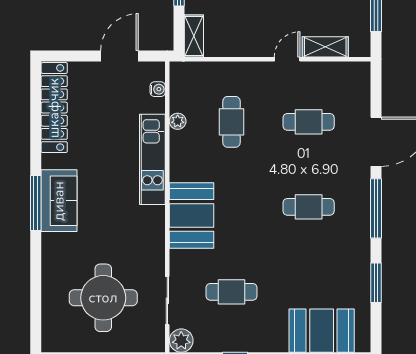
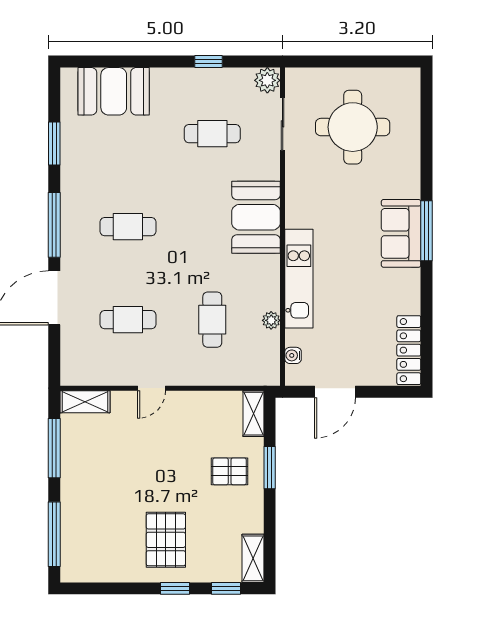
shelving: (325, 47) -> (85, 402), moved
locker: (54, 108) -> (409, 350), width x0.71, depth x0.83

